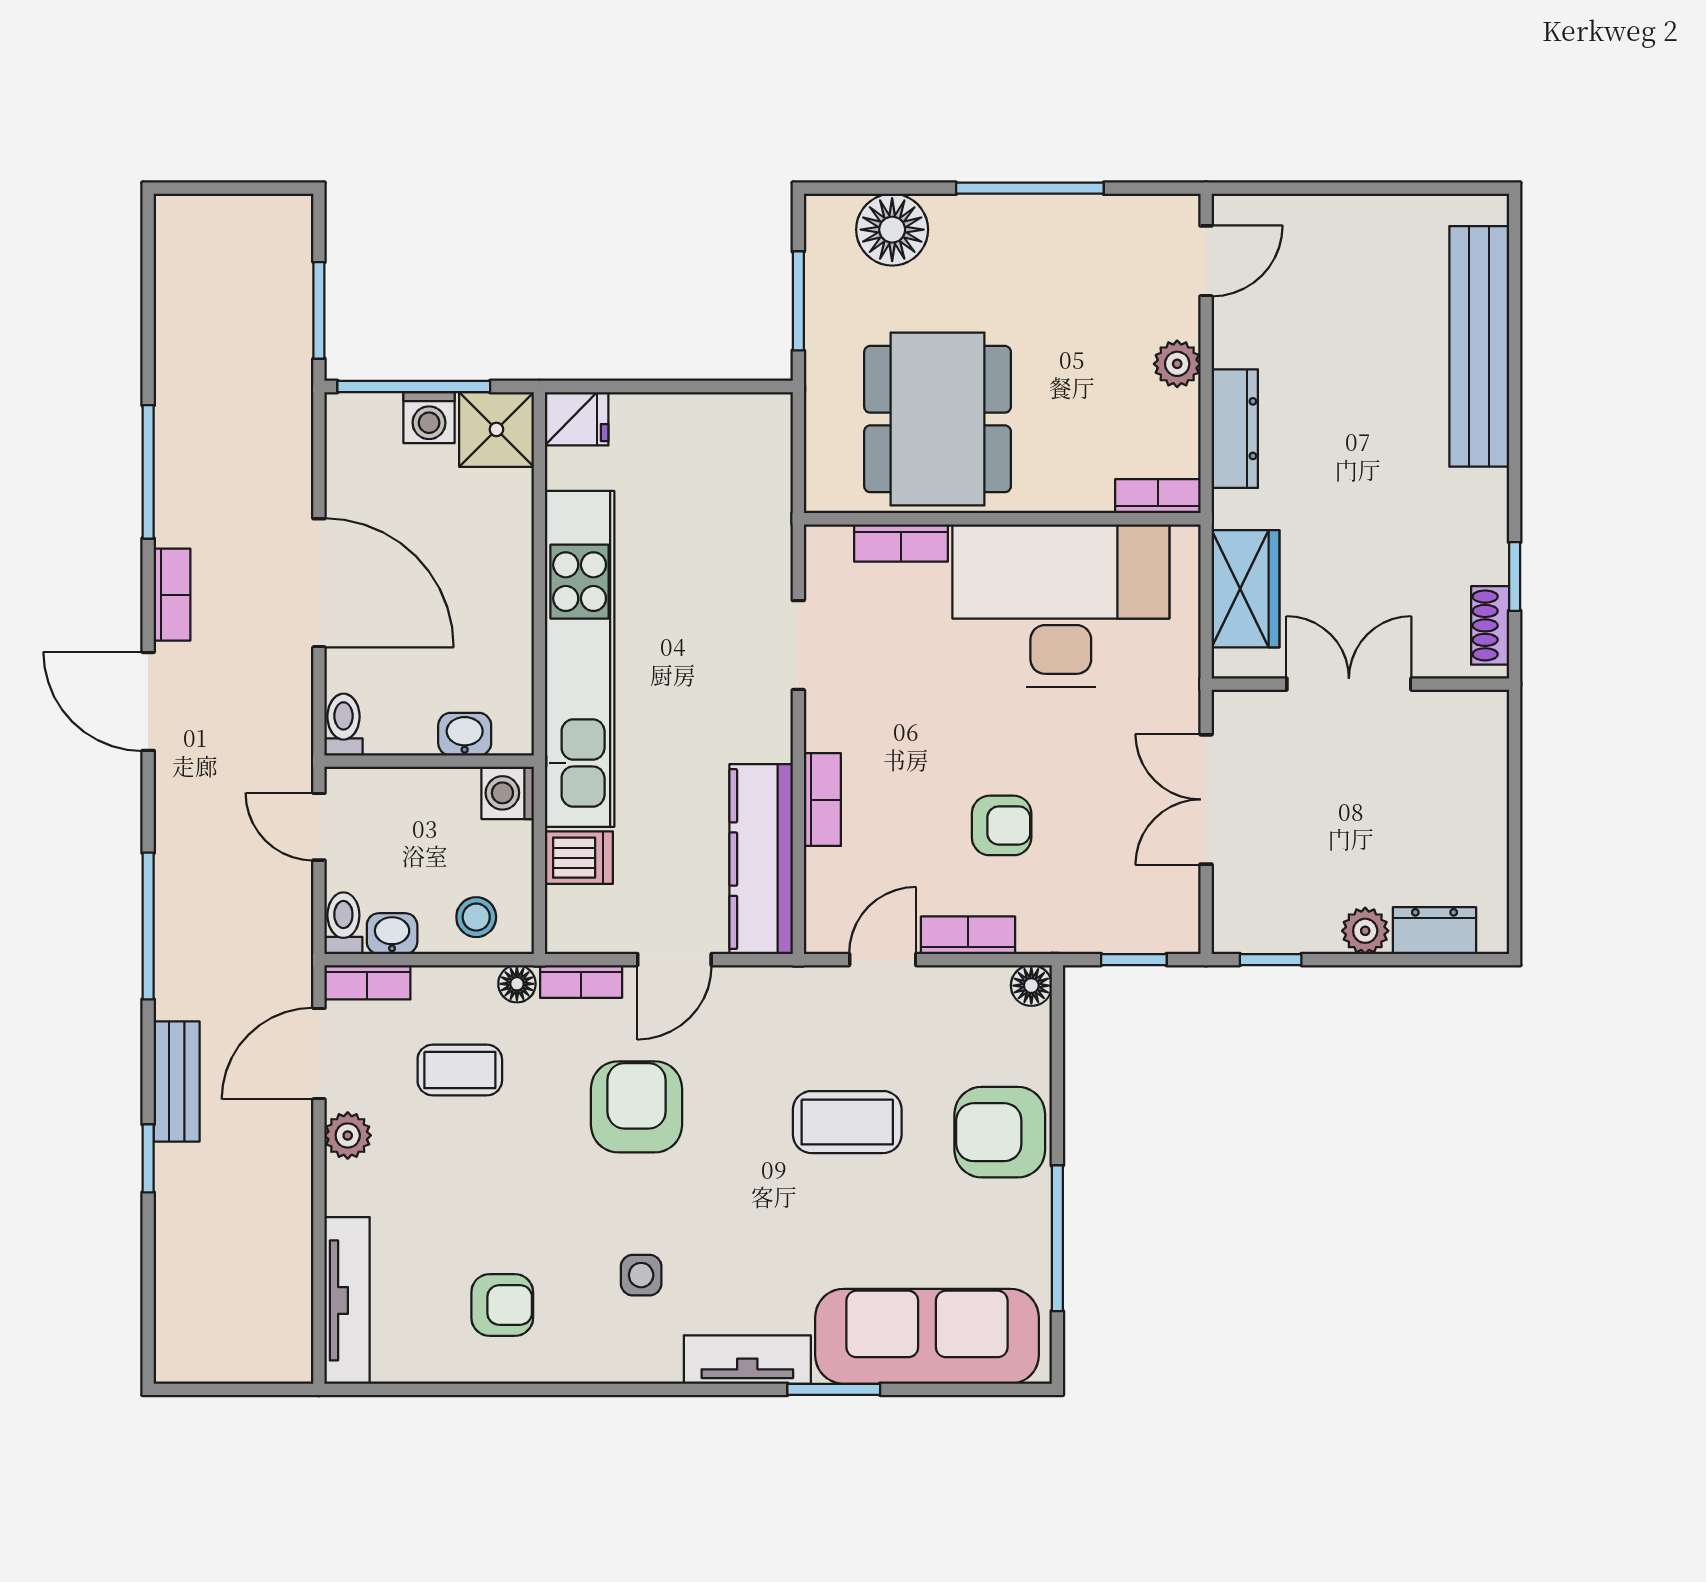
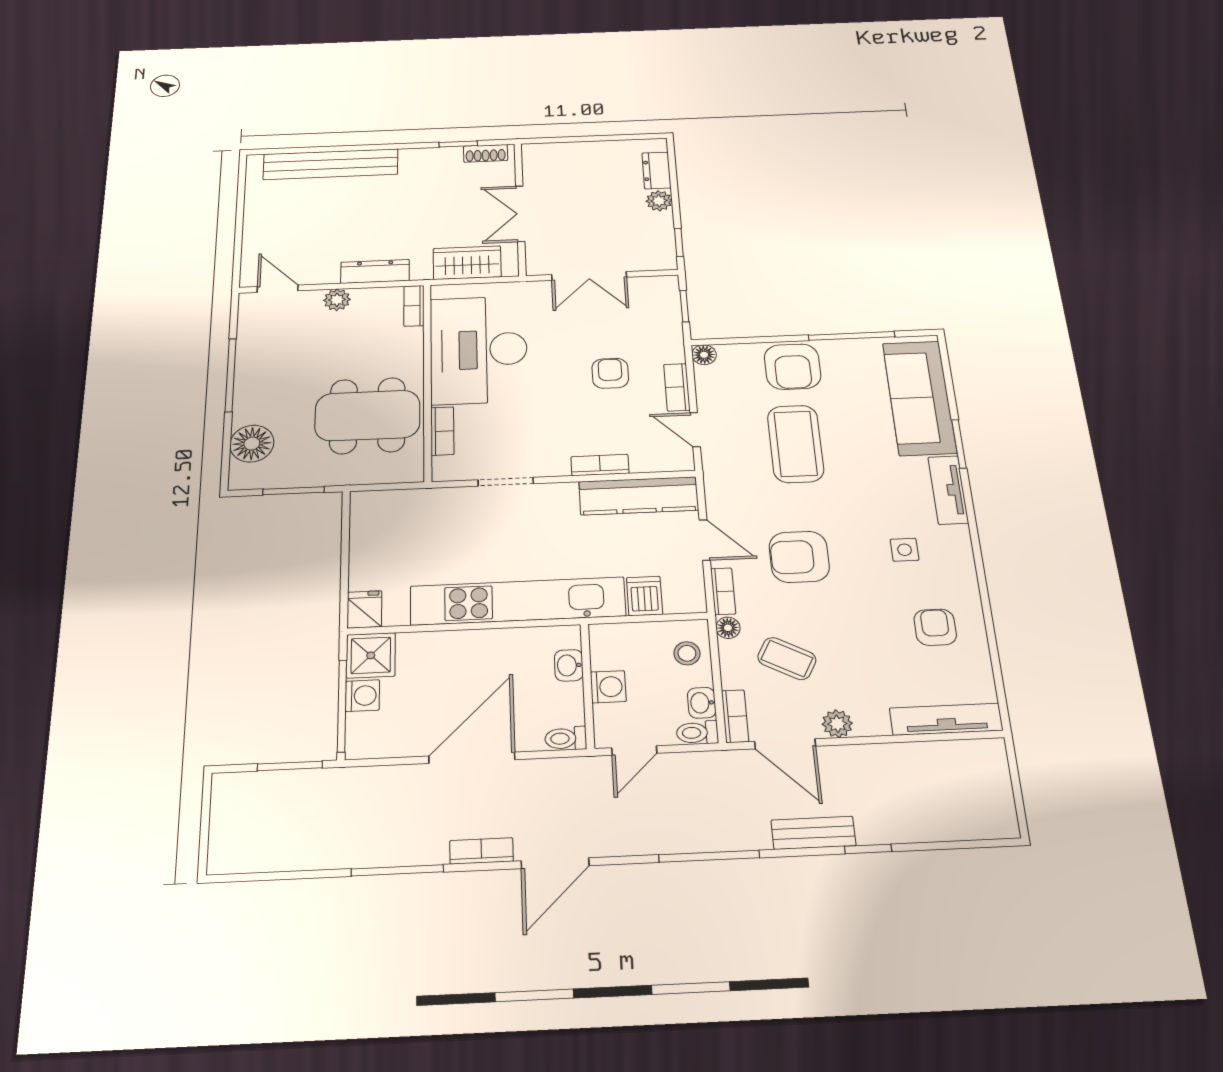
washing machine: (508, 793) -> (608, 687), moved, turned -90
coffee table: (460, 1070) -> (787, 659), turned -62
coffee table: (847, 1122) -> (796, 444), width x1.36, depth x1.32

